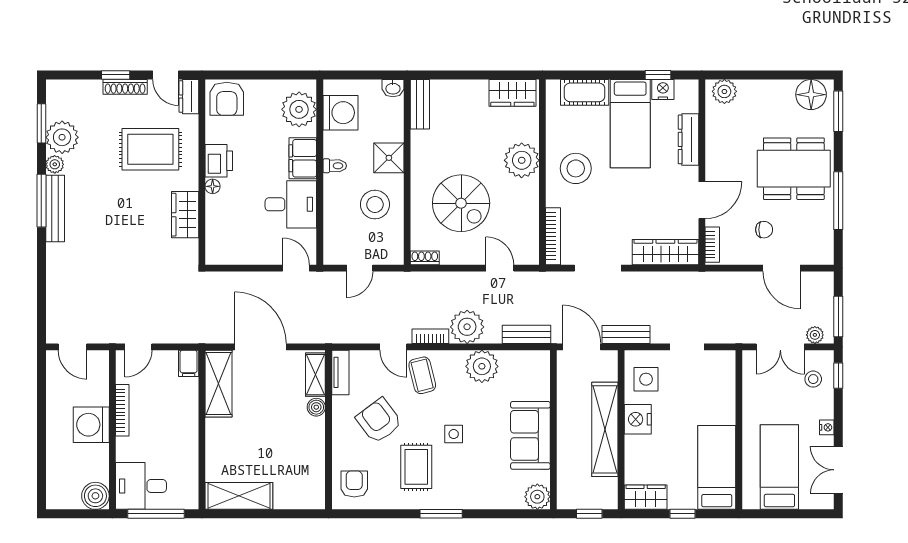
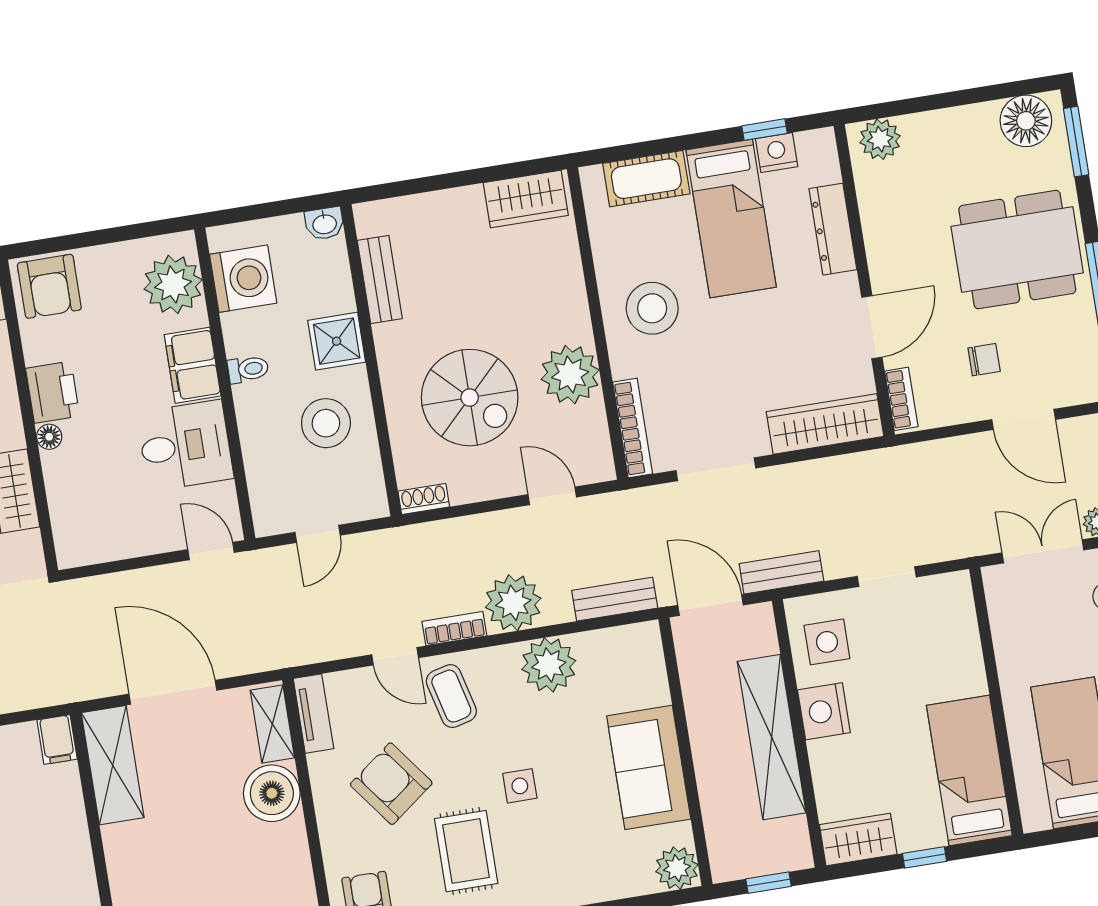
bench: (420, 104) -> (380, 280), moved
plant: (522, 160) -> (570, 375), moved
double door: (780, 347) -> (1043, 551), swing flipped
boiler: (316, 407) -> (272, 793), width x1.86, depth x1.86

